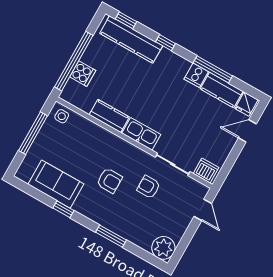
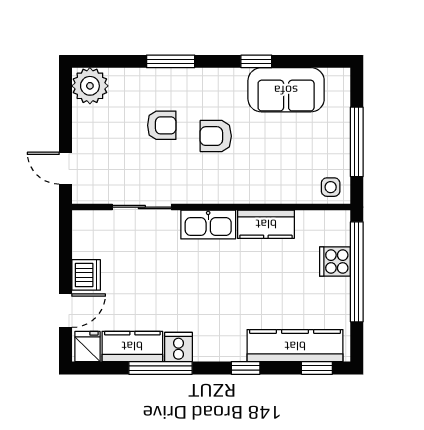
dishwasher: (206, 171) -> (86, 275), moved, turned -90
armchair: (149, 187) -> (162, 125), moved

